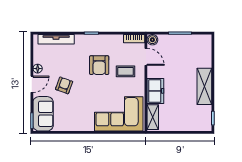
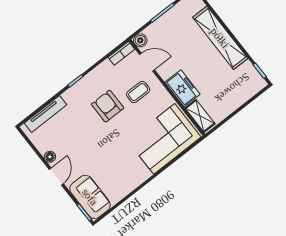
armchair: (99, 65) -> (108, 106), turned 180
armchair: (64, 85) -> (89, 153), removed
shelving: (204, 86) -> (220, 38), width x1.47

